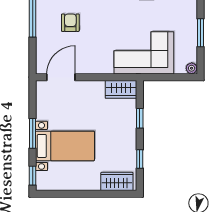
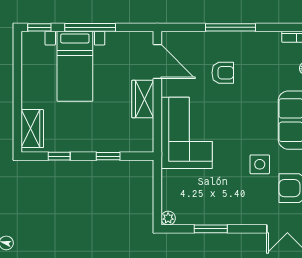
corner sofa: (144, 53) -> (187, 133), moved
wardrobe: (121, 89) -> (143, 99), moved
window: (33, 133) -> (90, 27), width x1.44

